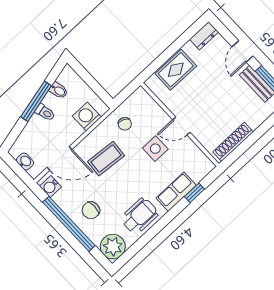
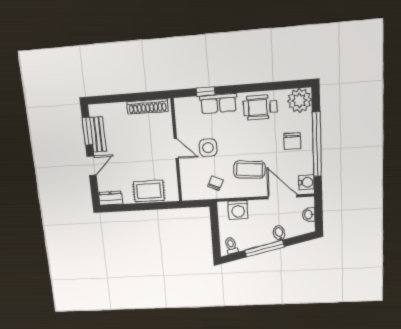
bidet: (59, 90) -> (279, 233), moved
toilet: (45, 112) -> (231, 246), moved
chair: (91, 210) -> (292, 141), turned 90

